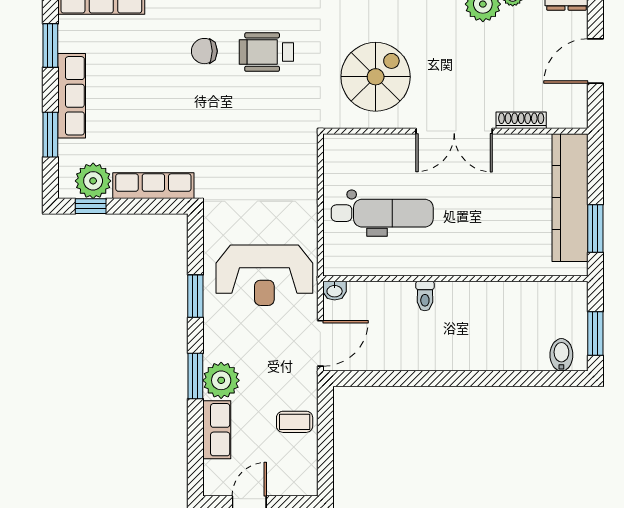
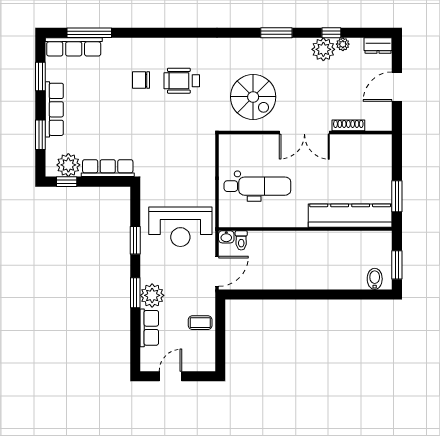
spiral stairs: (376, 77) -> (253, 97), turned 90
kitchen counter: (570, 198) -> (350, 216), moved, turned 90
toilet: (425, 296) -> (241, 240), moved

